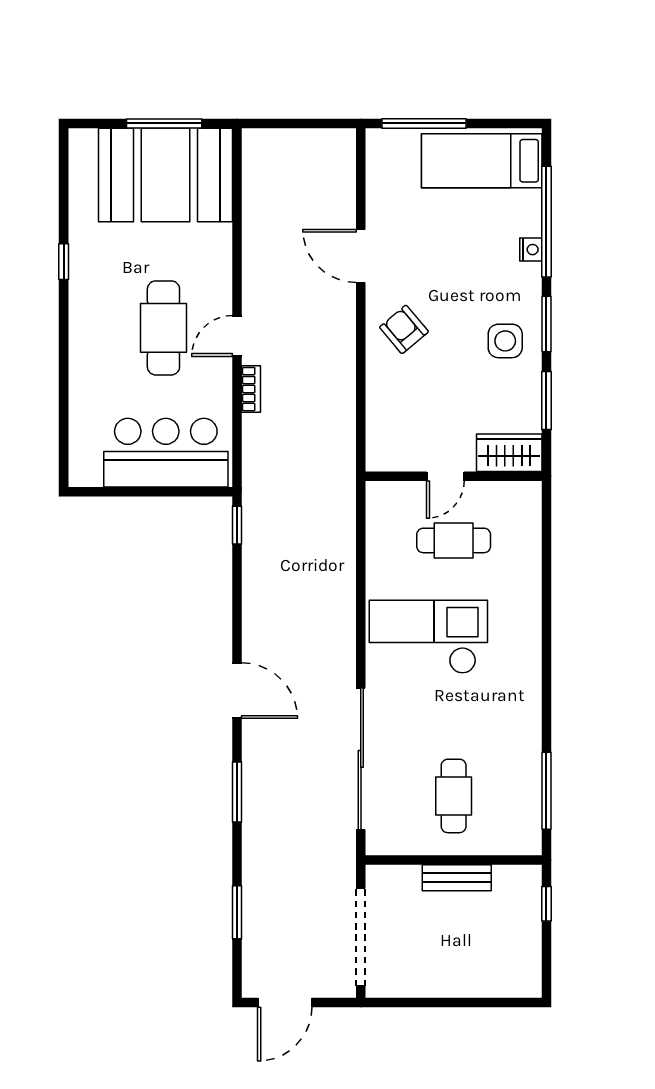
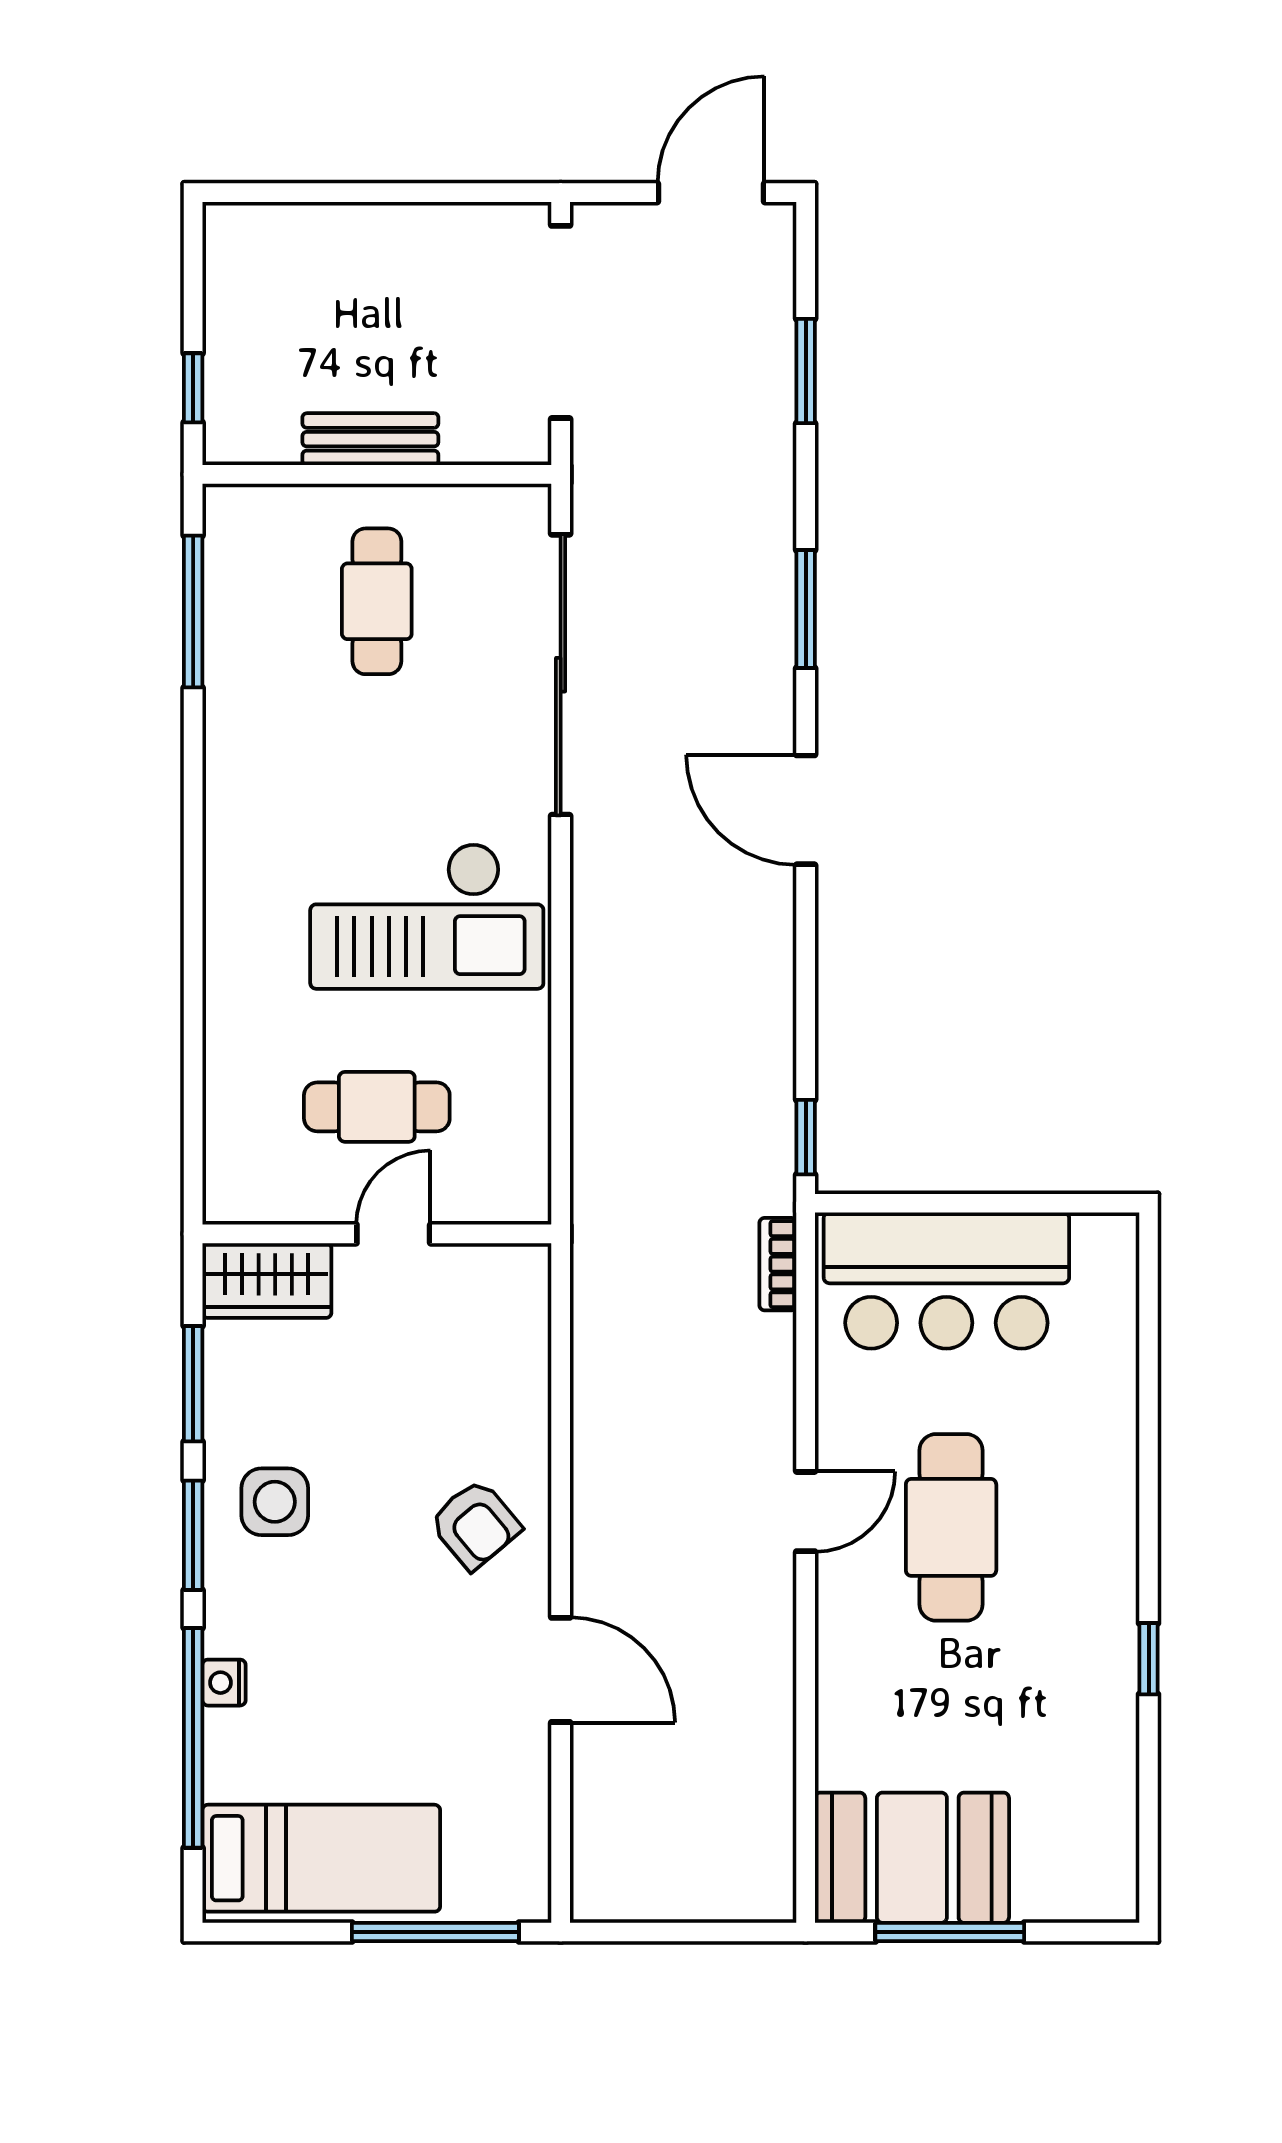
booth: (166, 175) -> (912, 1858), width x0.73, depth x0.70
bookcase: (251, 389) -> (778, 1264), moved

